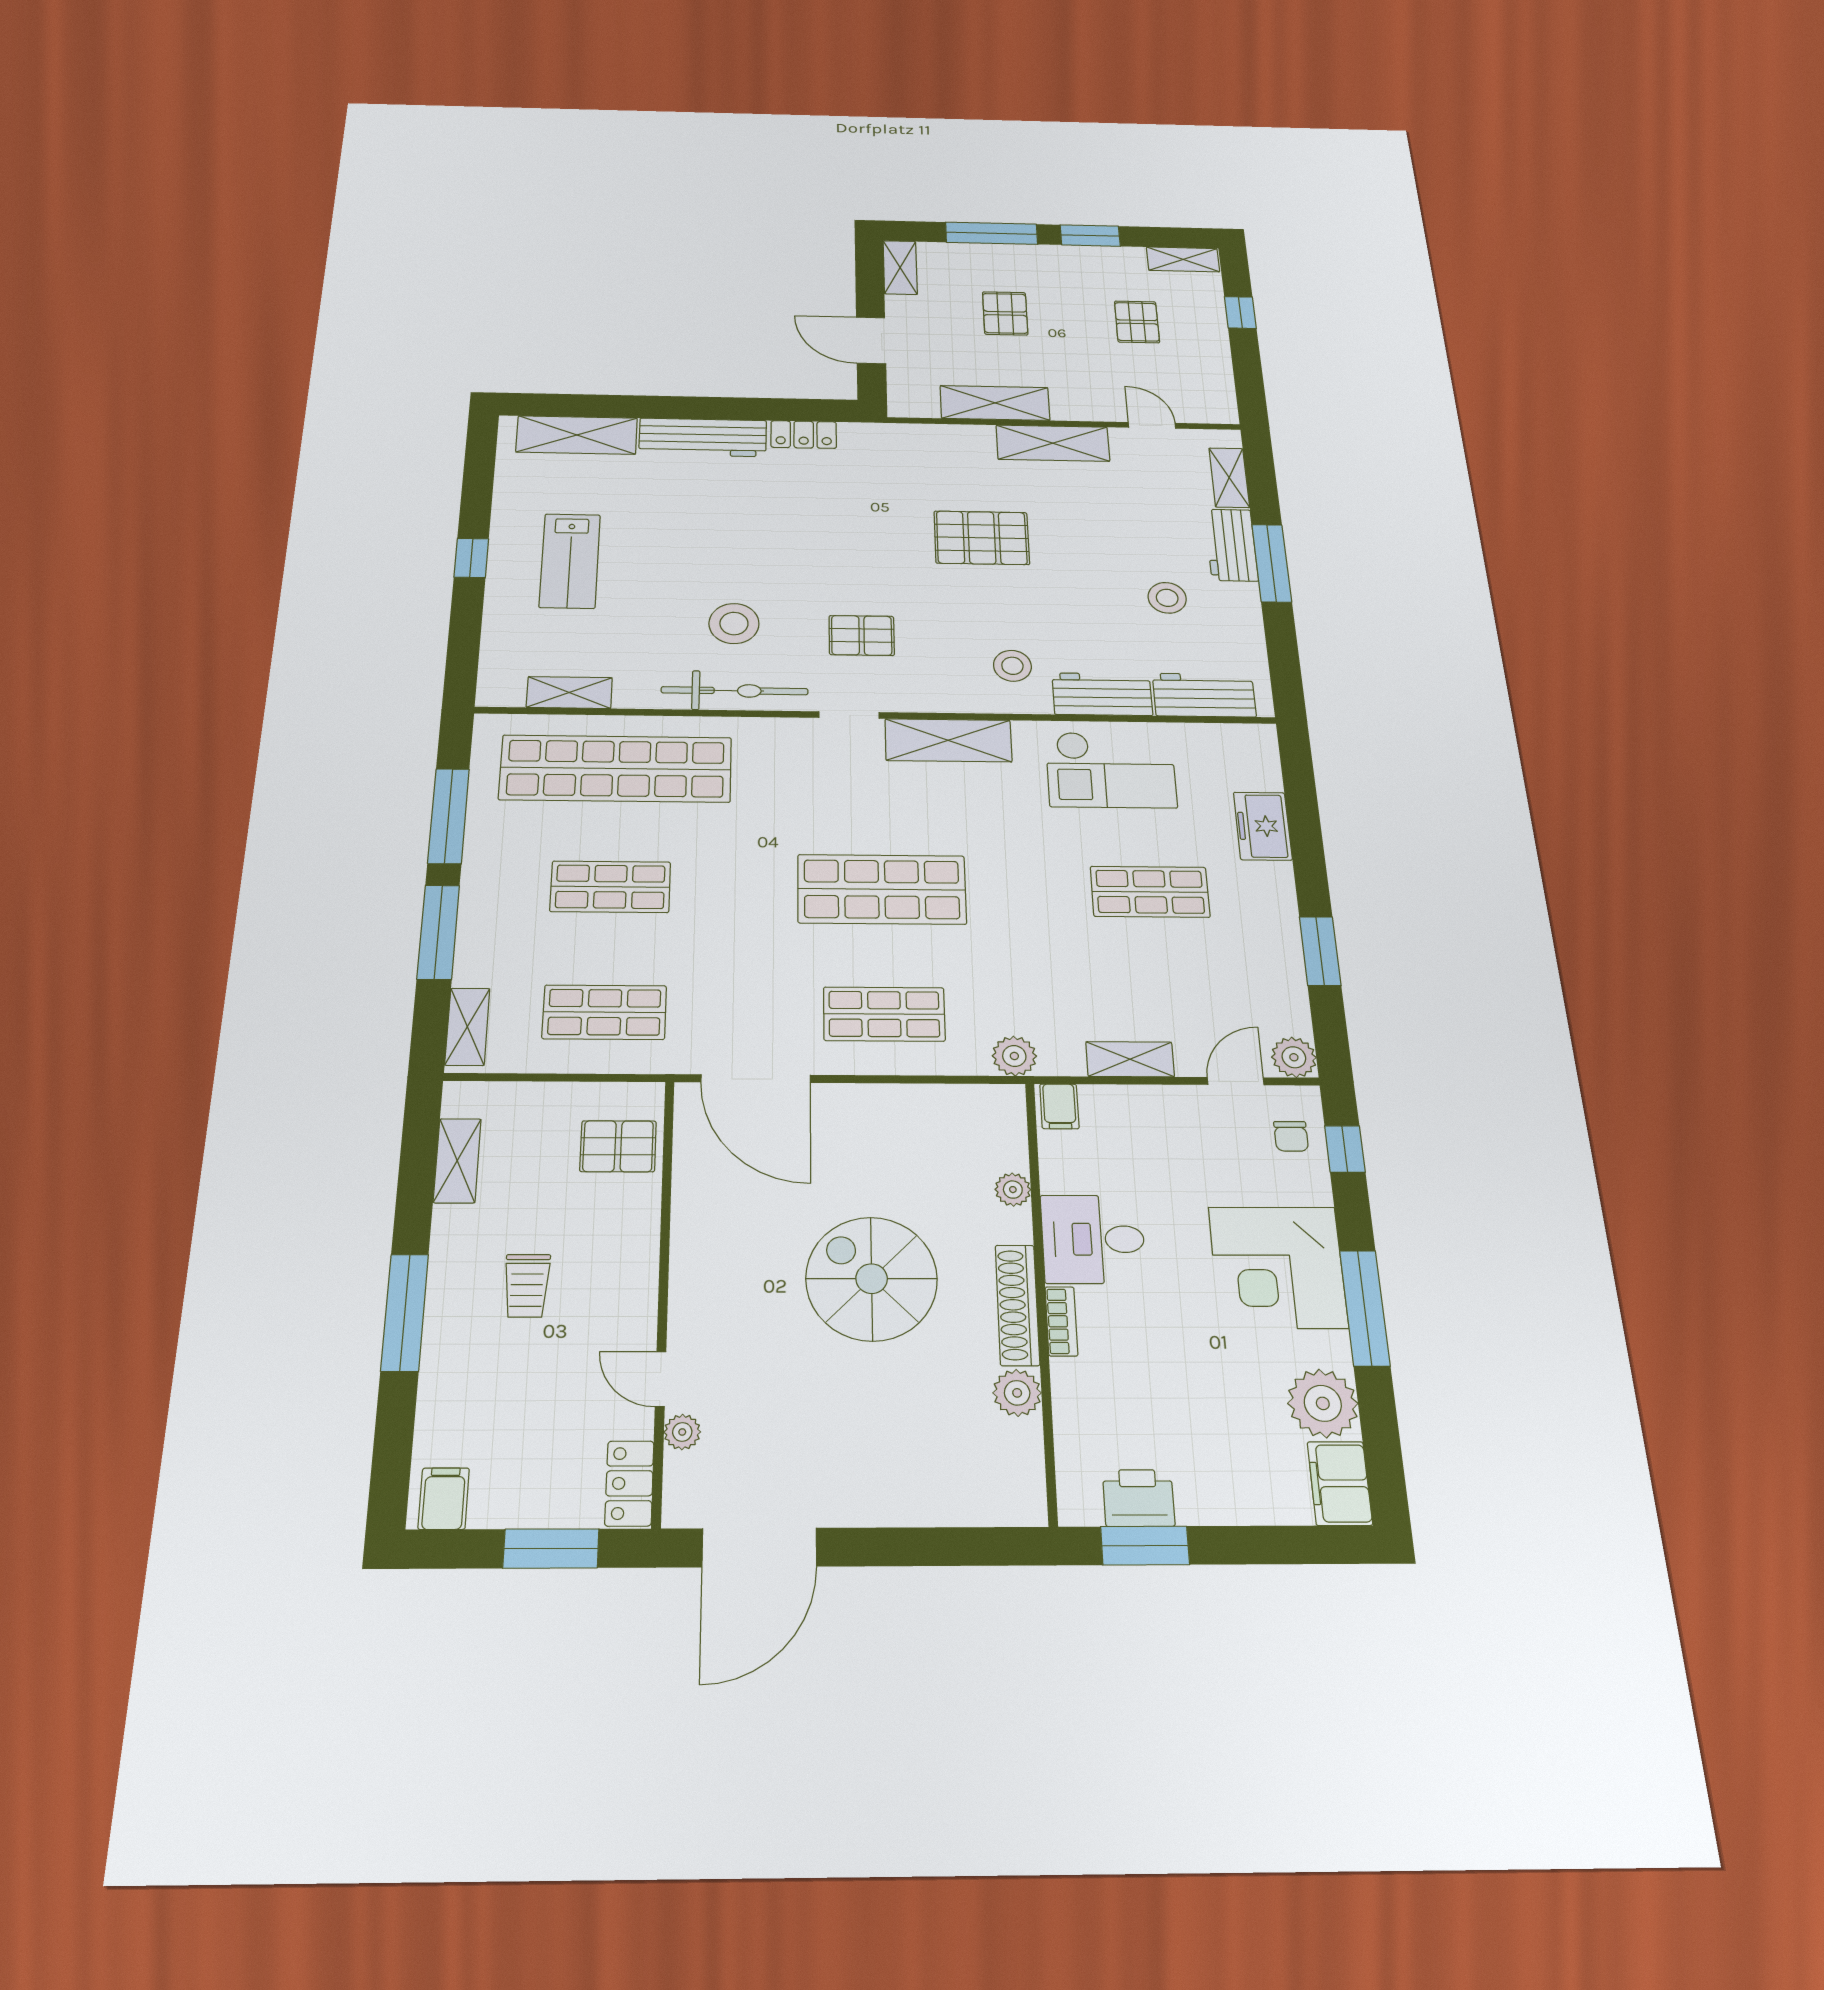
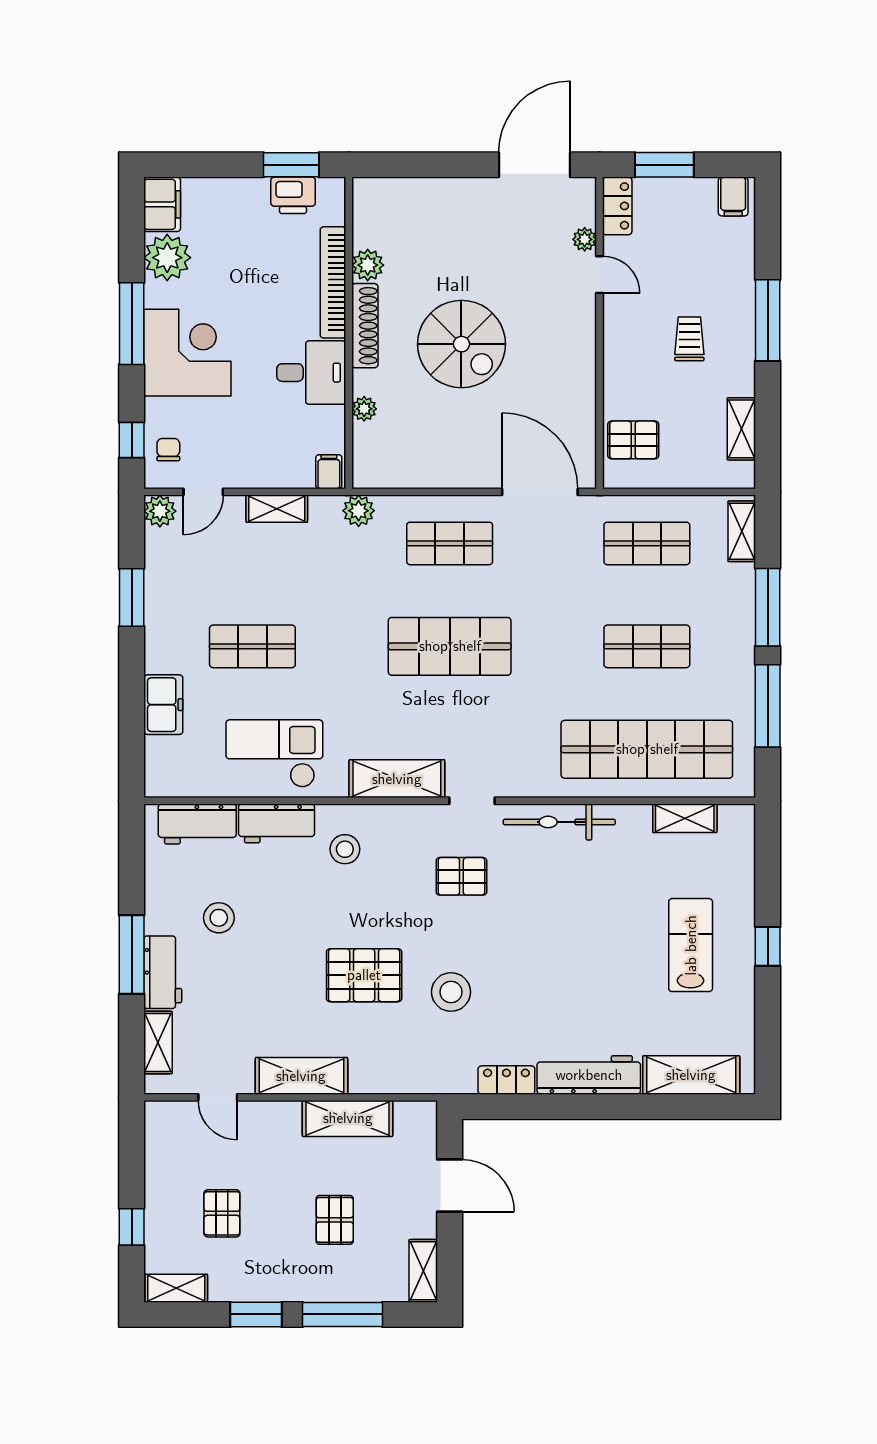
stool: (734, 624) -> (451, 992), moved
bookcase: (1061, 1321) -> (333, 282), width x2.31, depth x1.31

